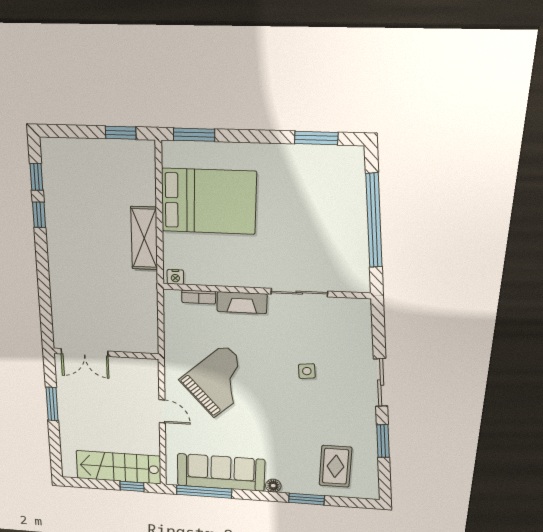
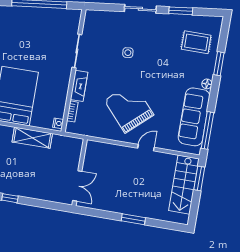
double door: (84, 352) -> (77, 186), moved
wall: (106, 354) -> (80, 172), moved
window: (132, 486) -> (199, 178), width x1.50

